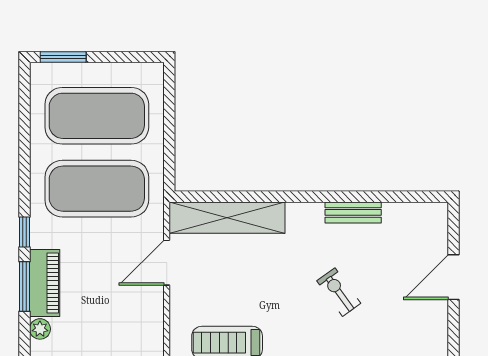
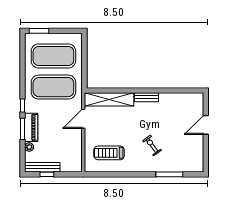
bench: (353, 212) -> (146, 97), moved
exercise bike: (339, 292) -> (152, 145), moved

